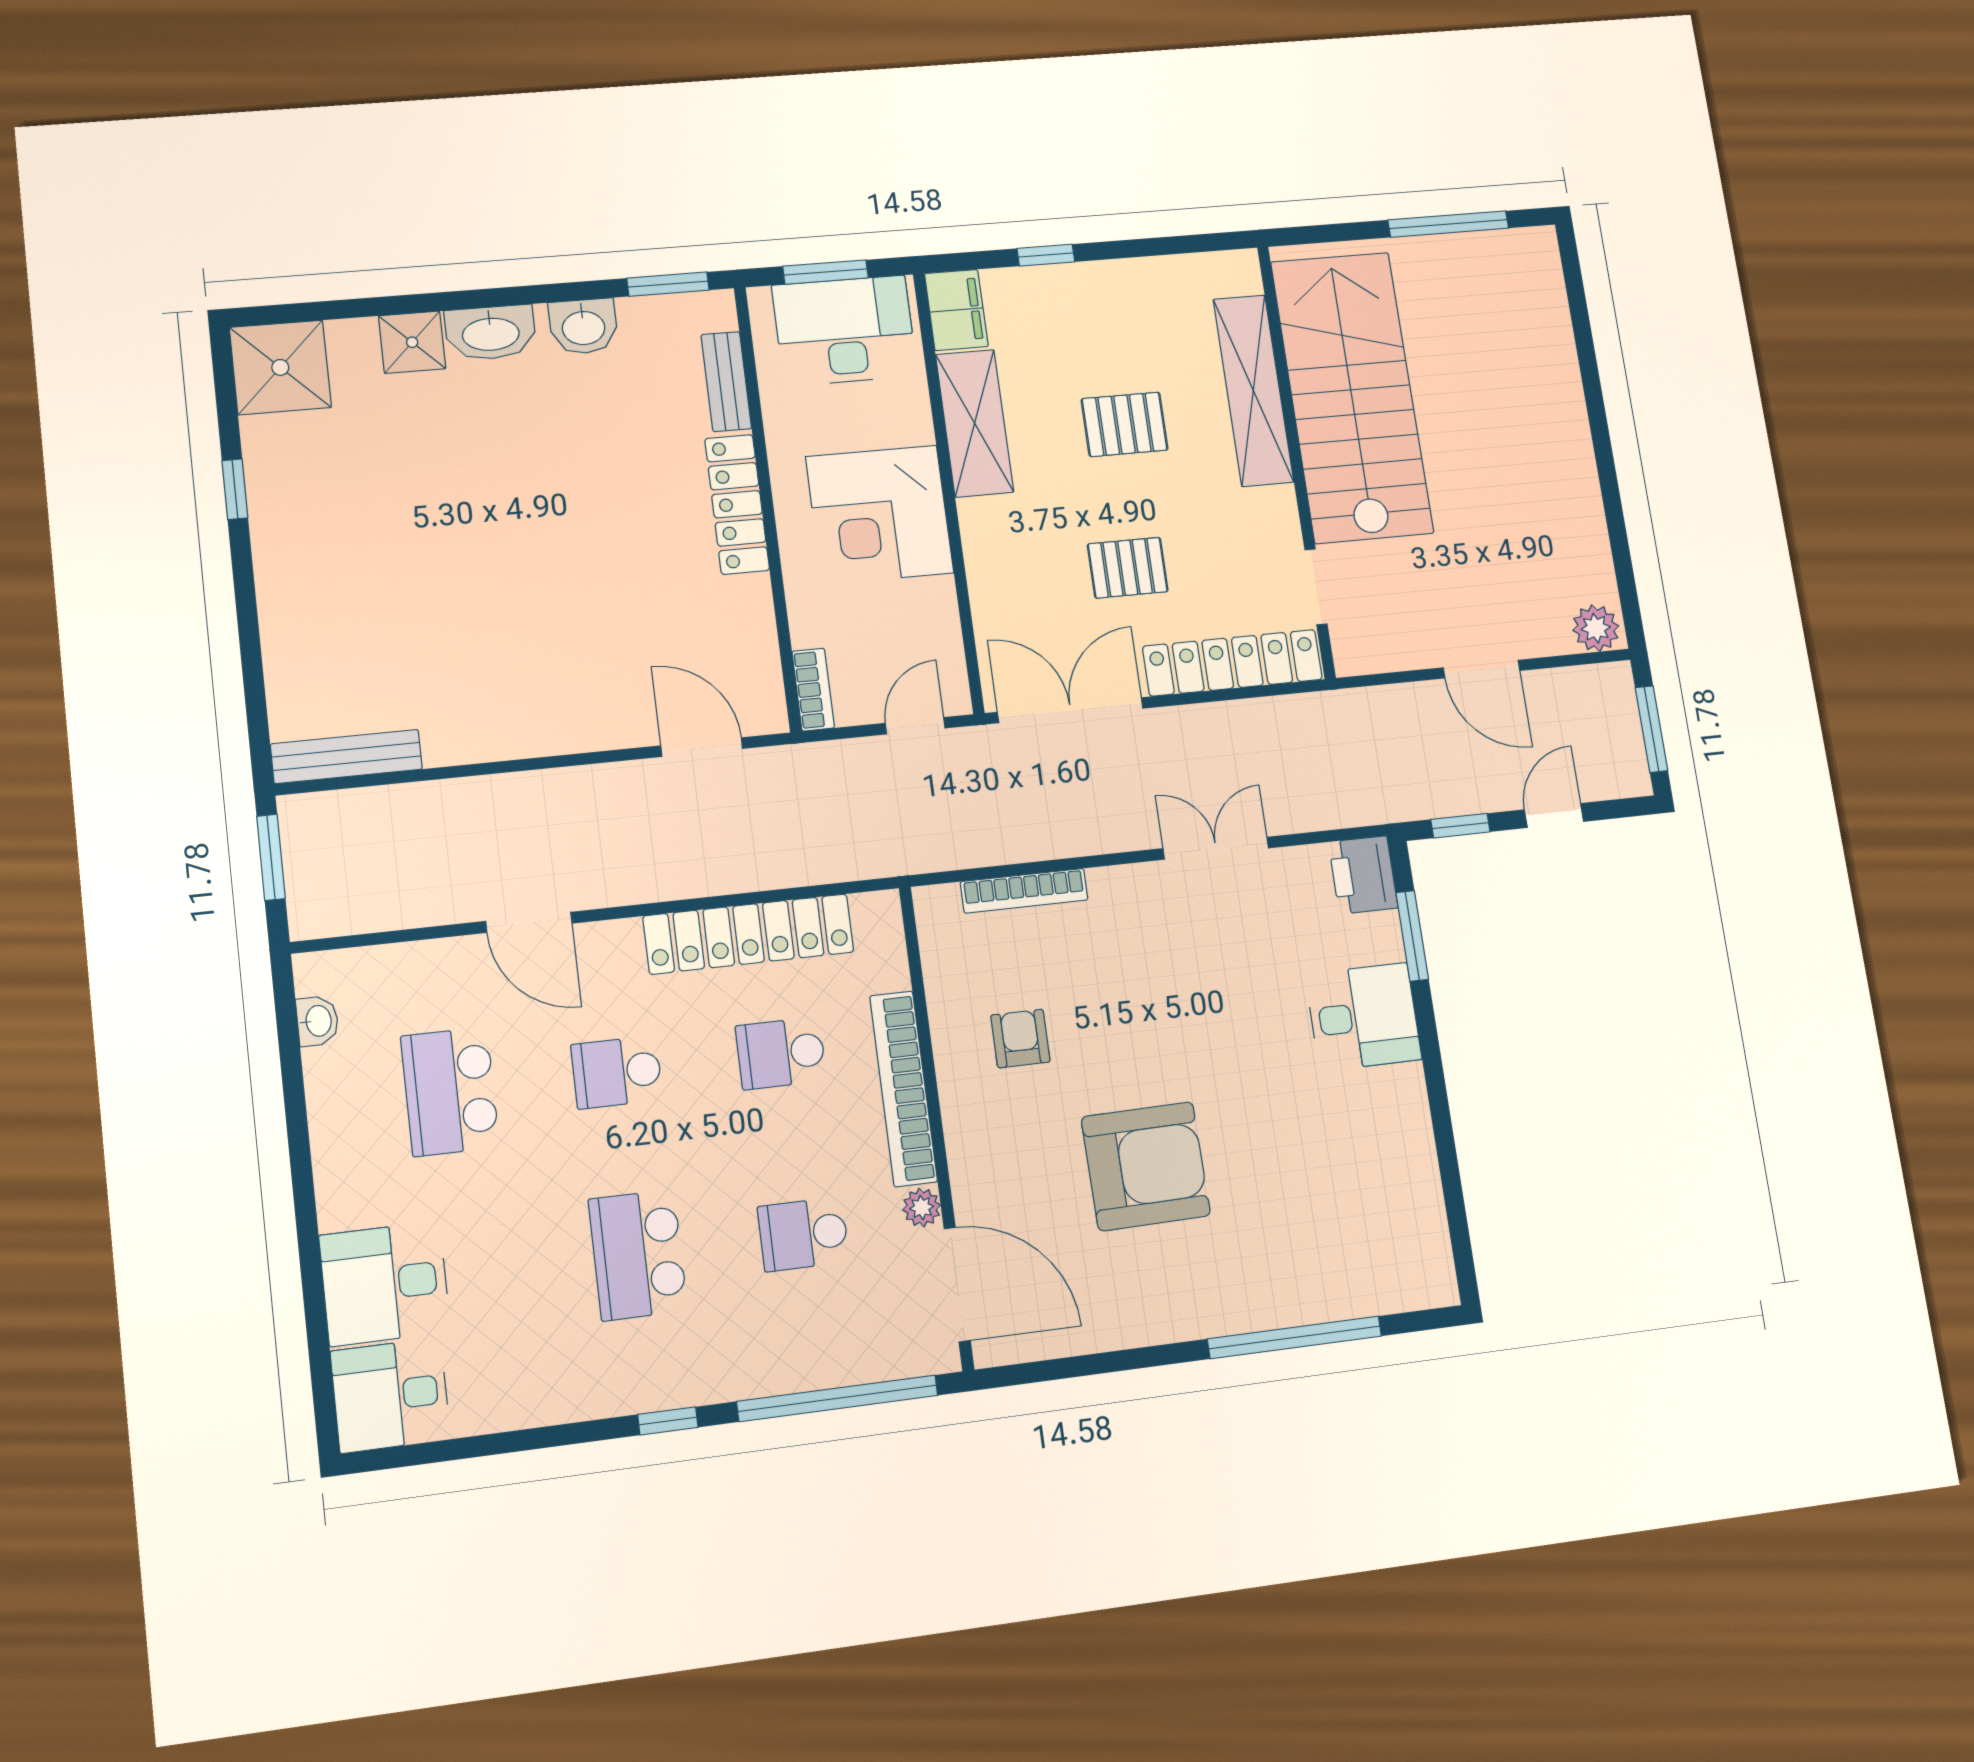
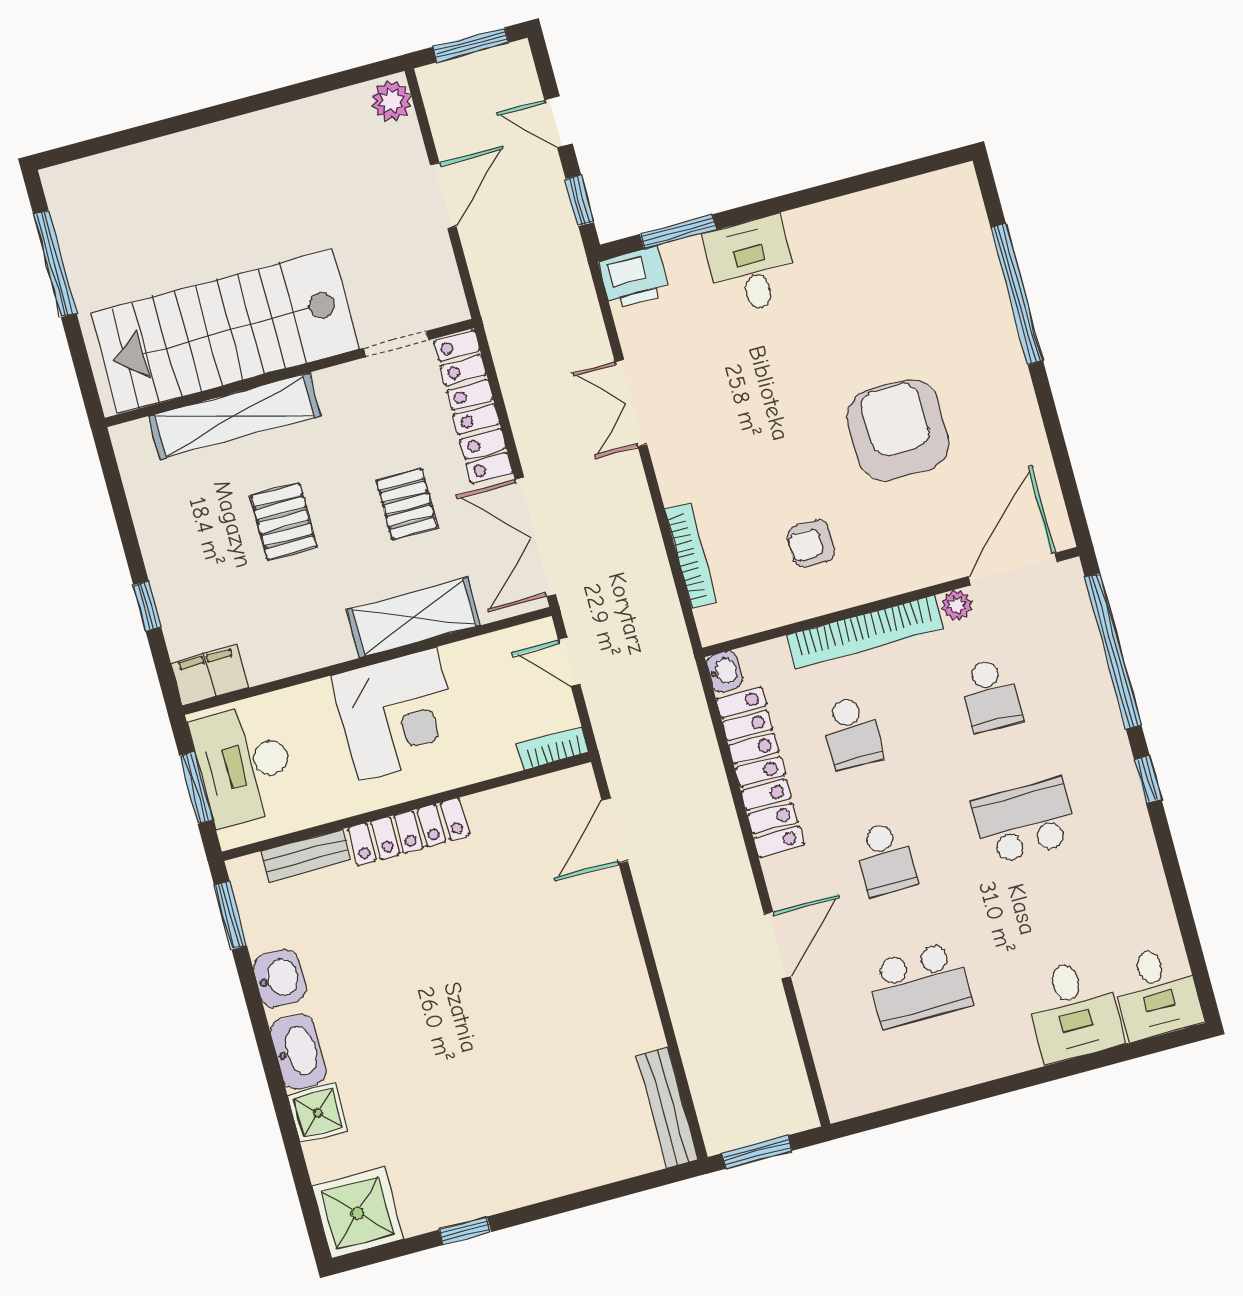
shelving: (975, 423) -> (414, 618), moved
washbasin: (317, 1021) -> (724, 671), moved, turned 90
school desk: (638, 1255) -> (1025, 821), turned 180

